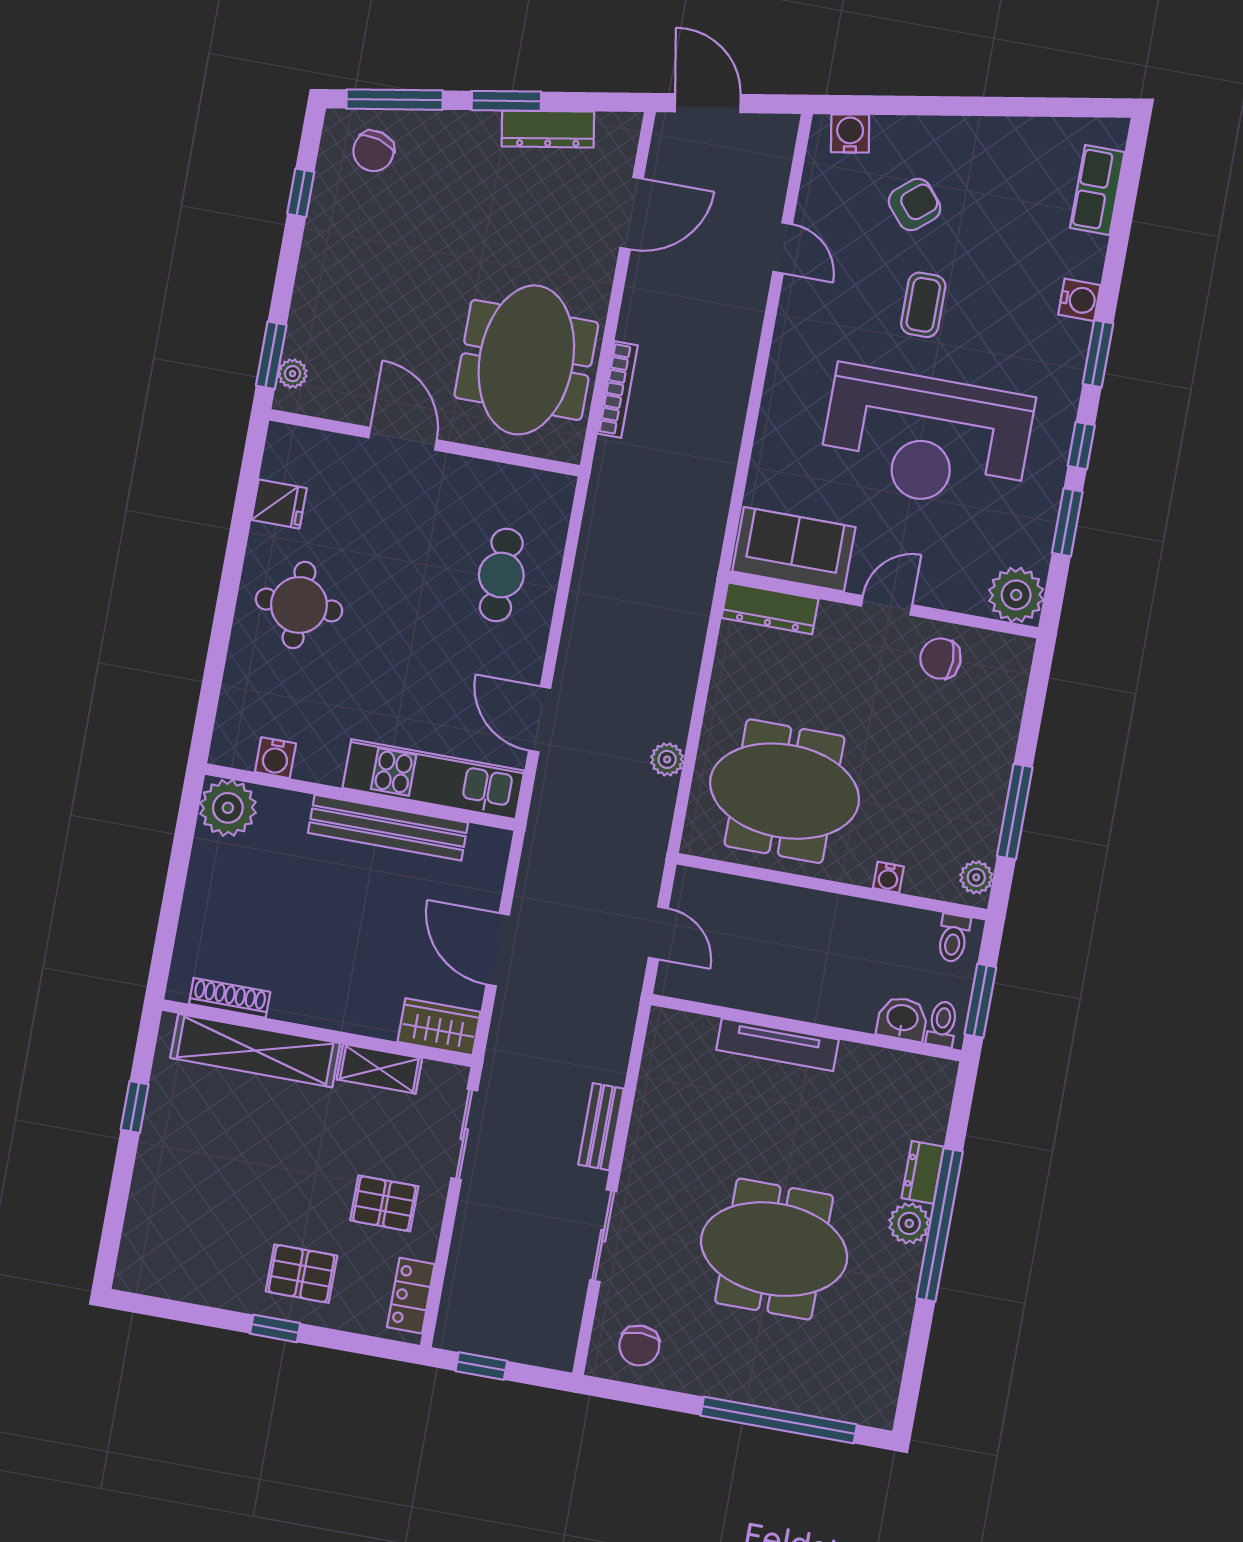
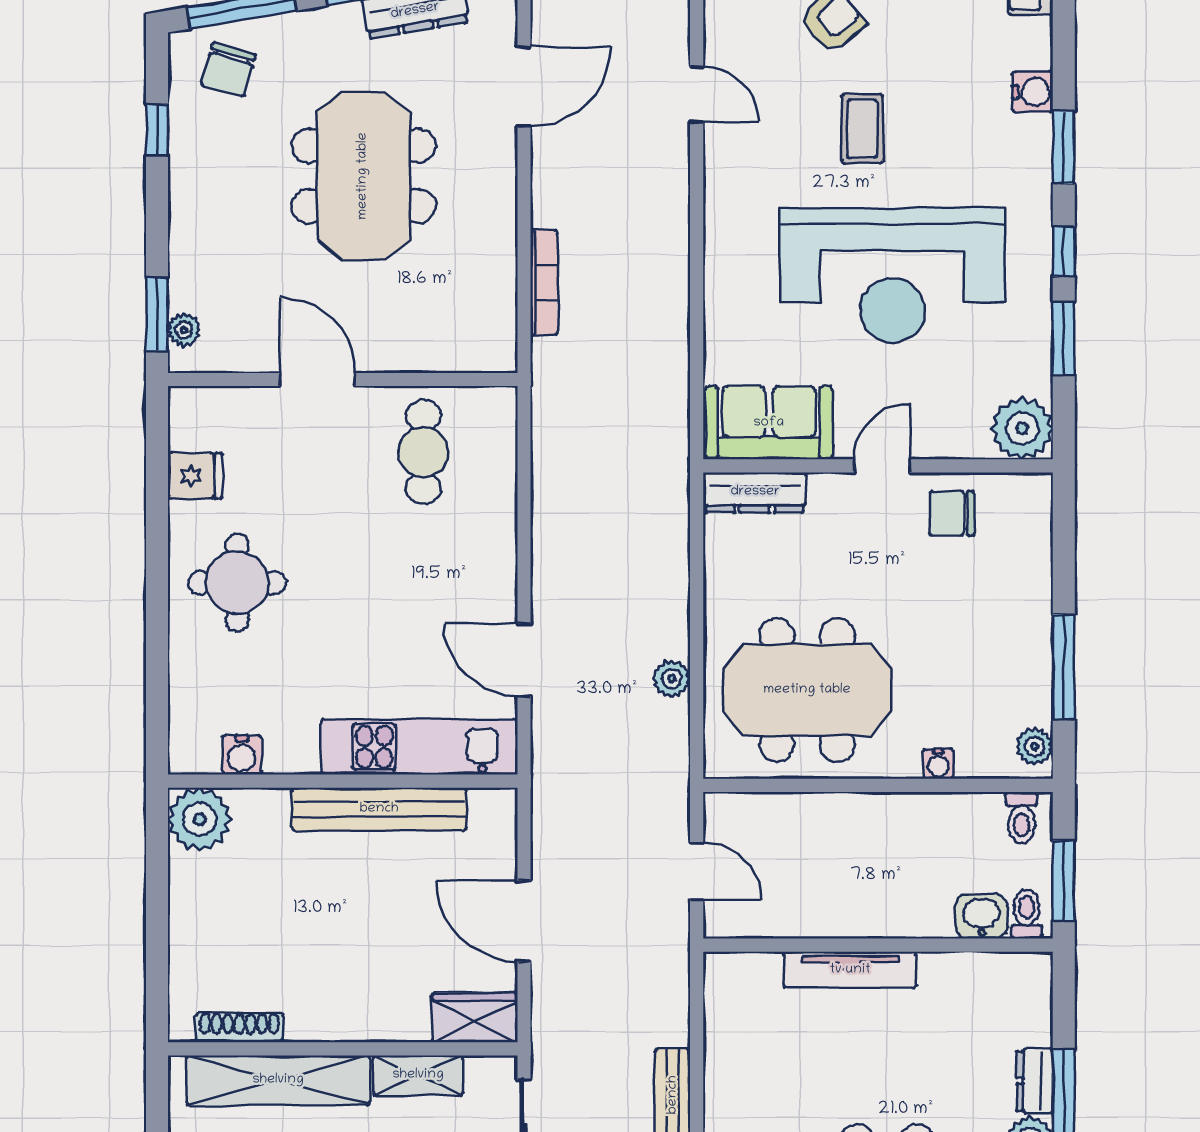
meeting table: (526, 360) -> (363, 176), moved
cafe table: (501, 575) -> (423, 452), moved

